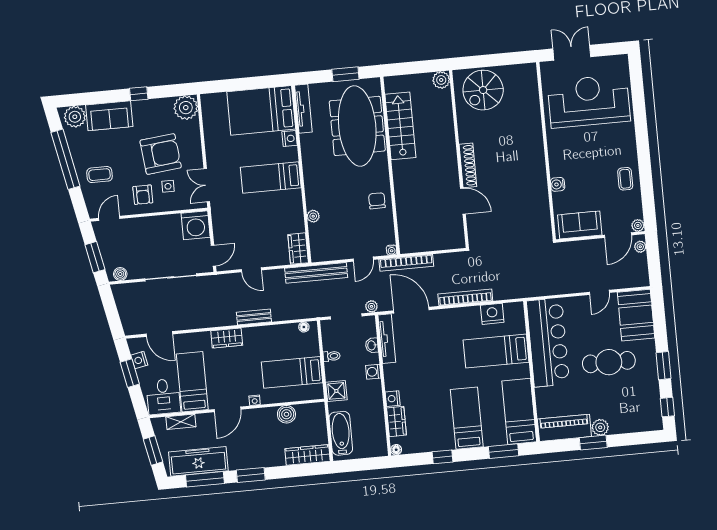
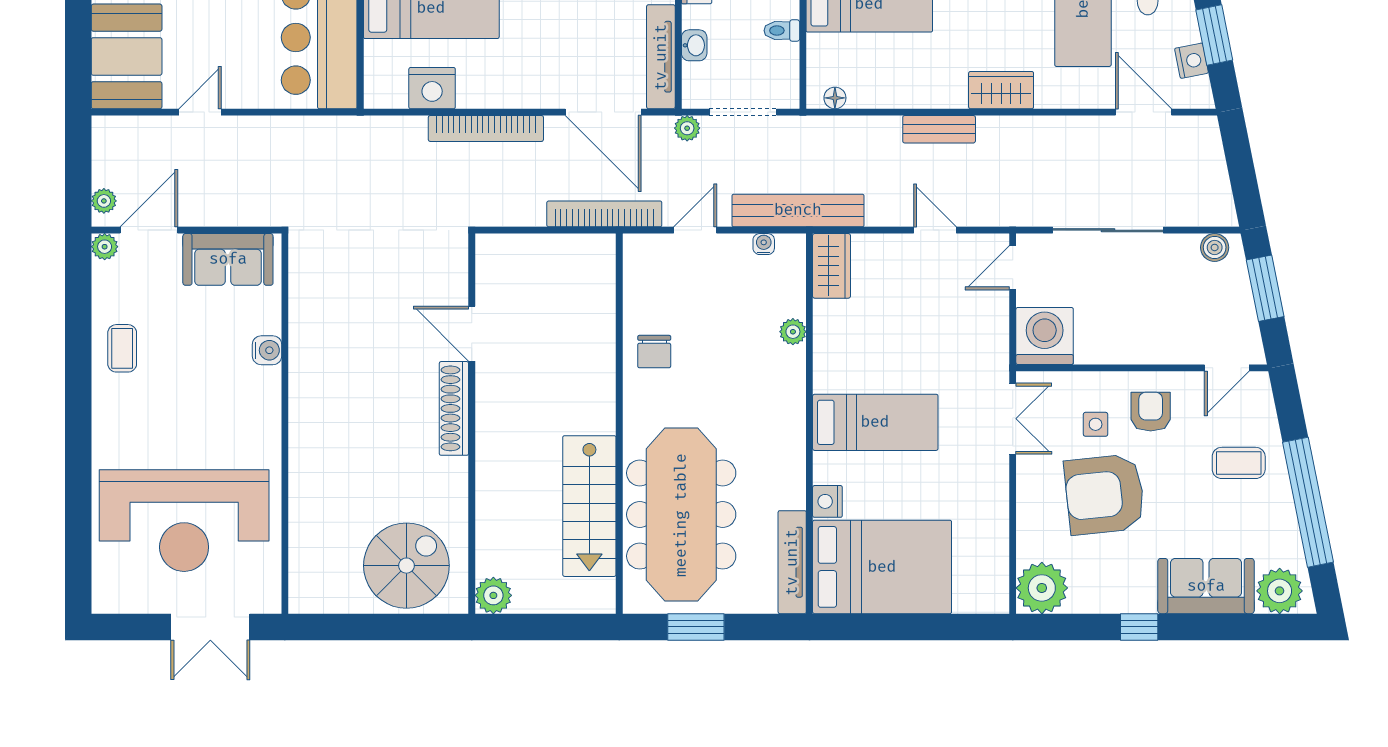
water cooler: (392, 250) -> (764, 244), moved

